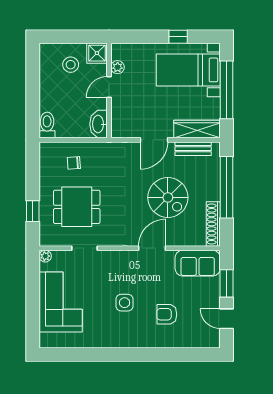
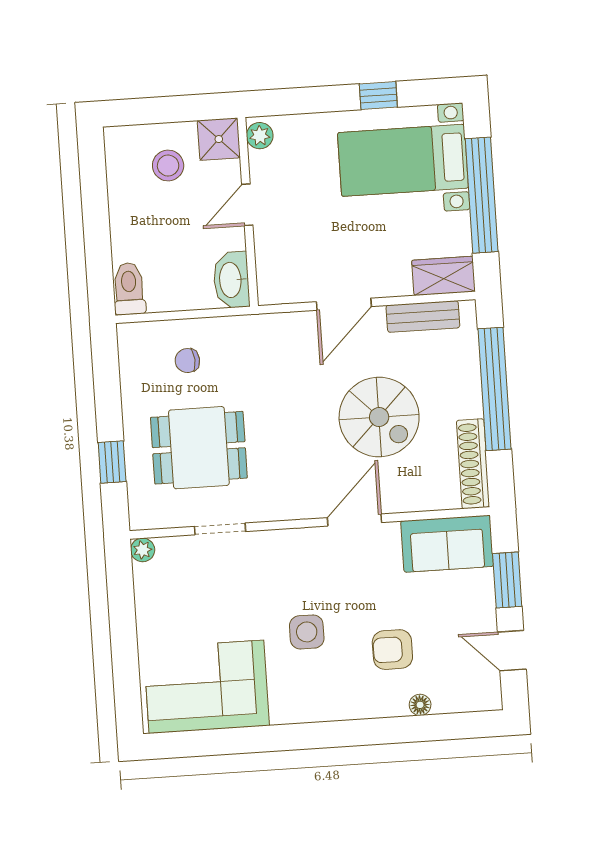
plant: (118, 67) -> (260, 136), moved
wardrobe: (197, 129) -> (443, 276), width x0.67
corner sofa: (61, 302) -> (206, 687), moved, turned -90
floor lamp: (179, 343) -> (420, 705), added

